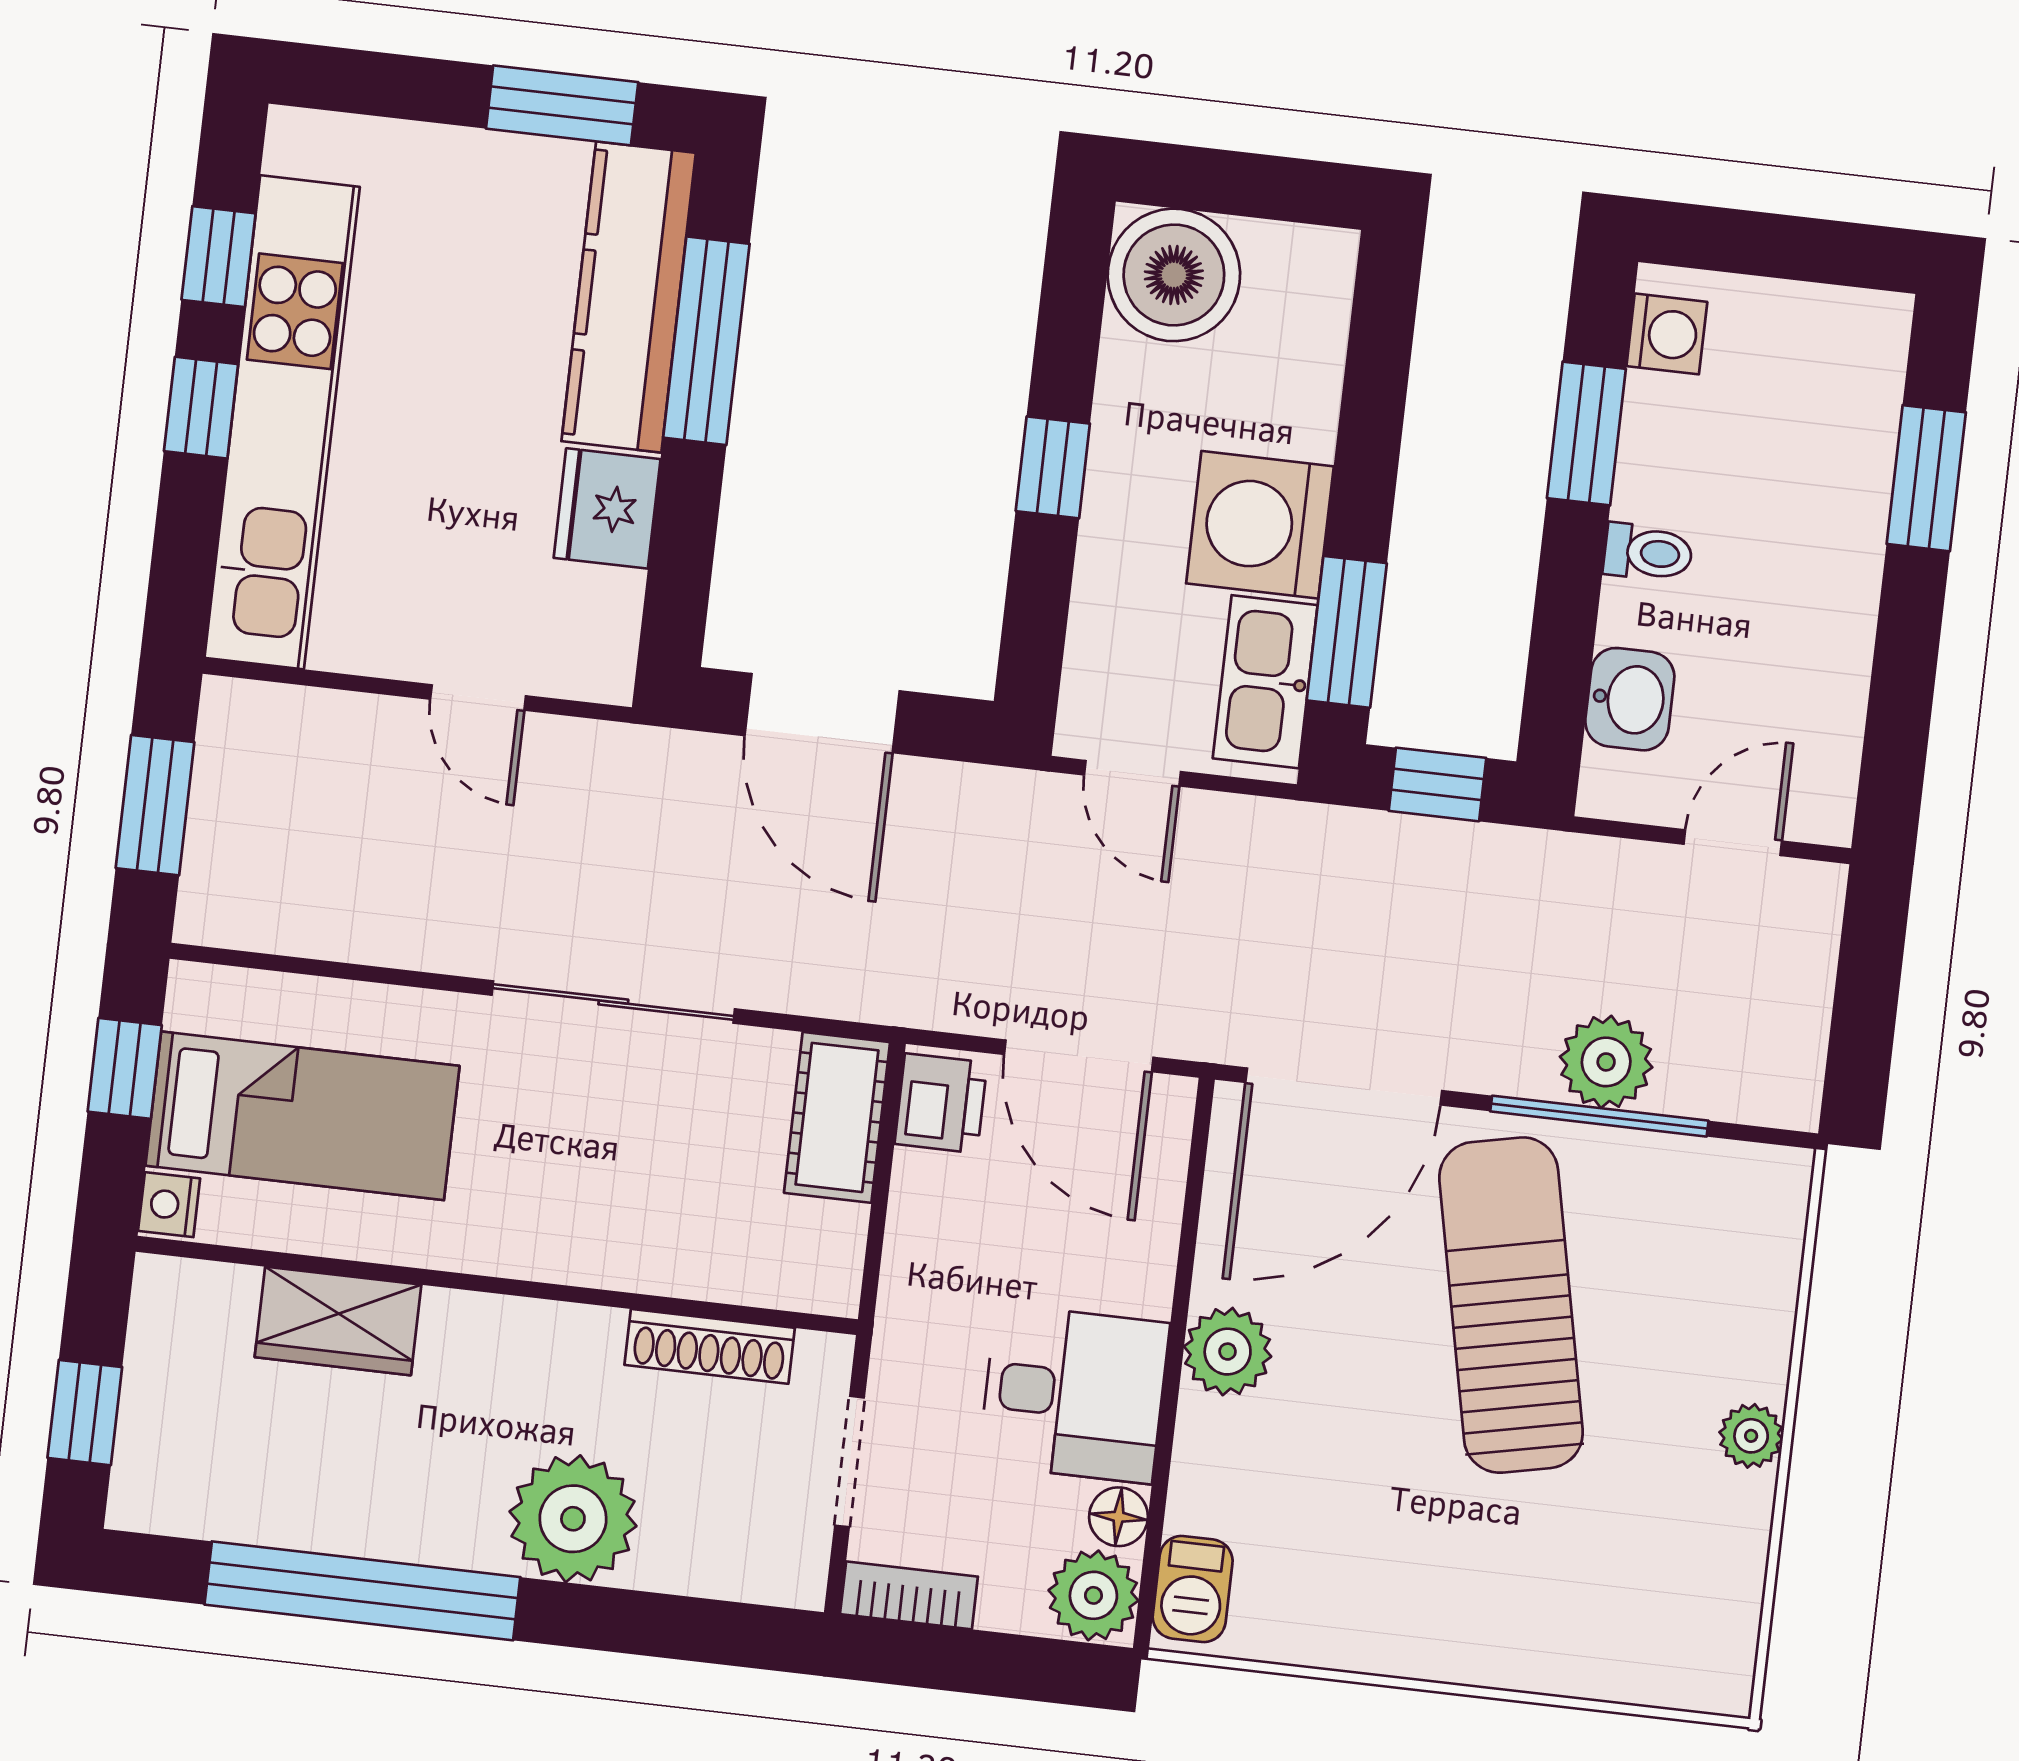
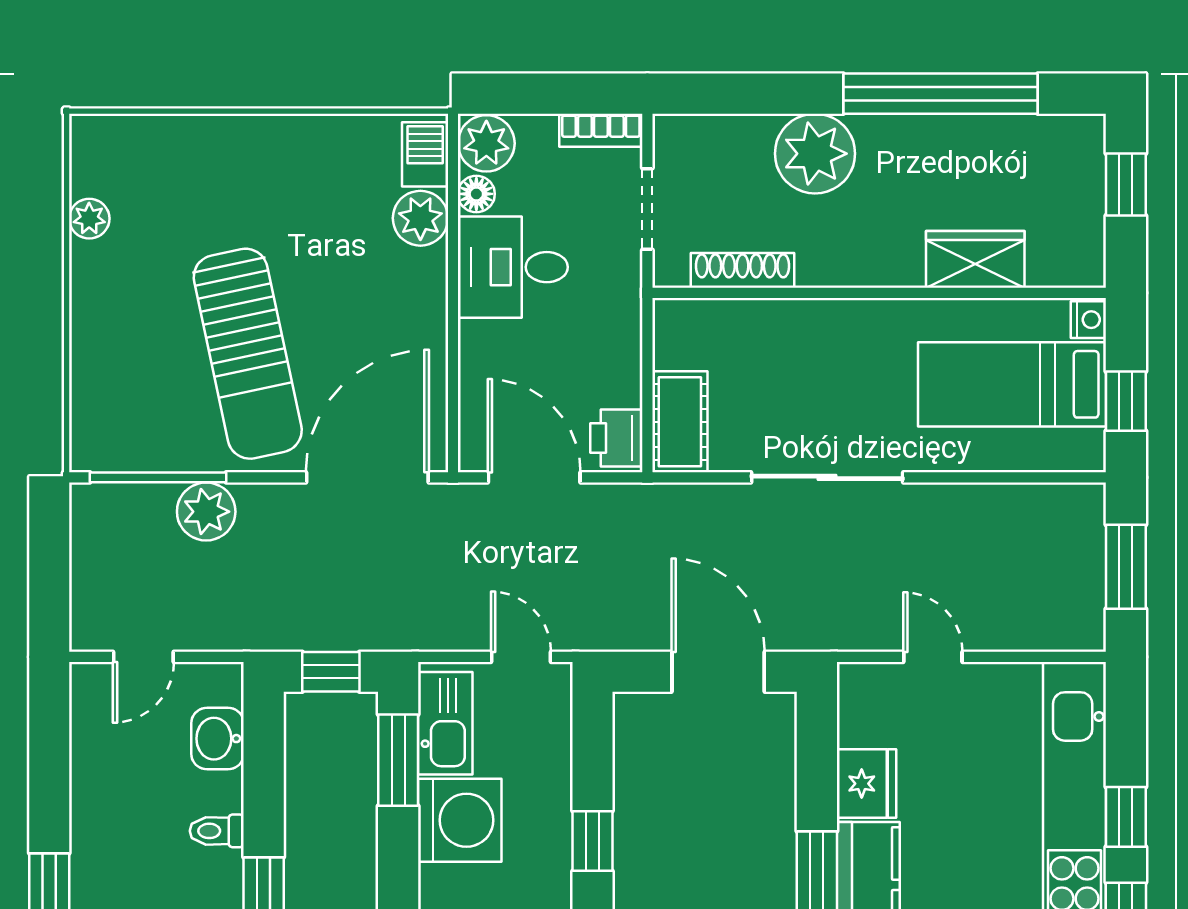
window: (1599, 1116) -> (158, 477), moved
plant: (1228, 1352) -> (420, 218), moved
plant: (1751, 1436) -> (89, 219), moved

